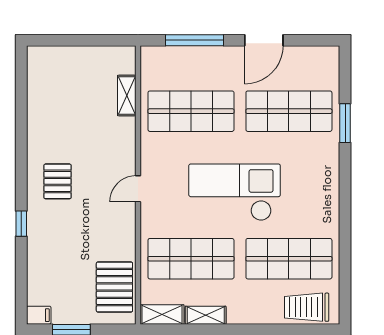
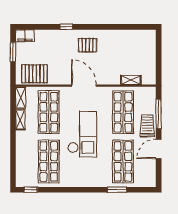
door: (264, 40) -> (159, 149), hinge flipped
door: (138, 189) -> (84, 86), width x1.87
window: (345, 295) -> (31, 190), added
trolley: (307, 307) -> (147, 126), moved
filing cabinet: (39, 315) -> (25, 36), width x2.00

